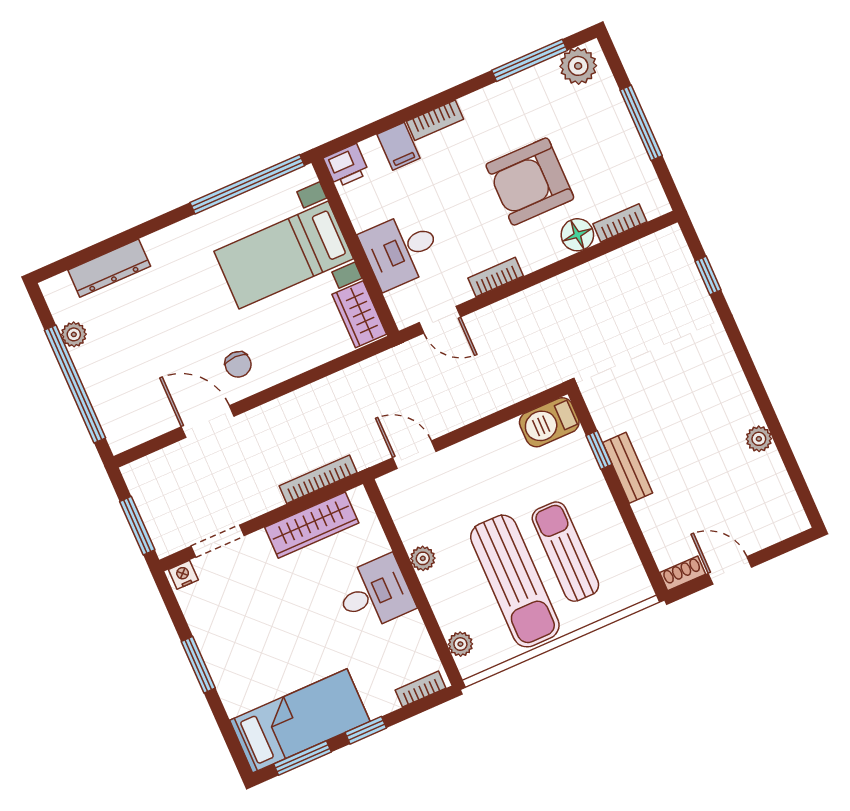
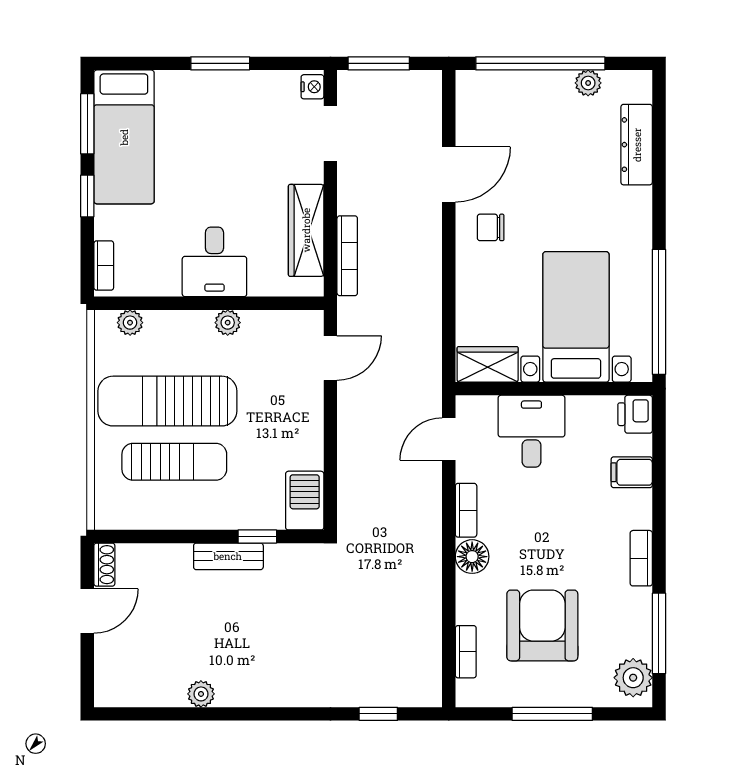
bookcase: (435, 120) -> (641, 558), moved
armchair: (530, 182) -> (542, 625), moved
floor lamp: (577, 235) -> (472, 557), moved

